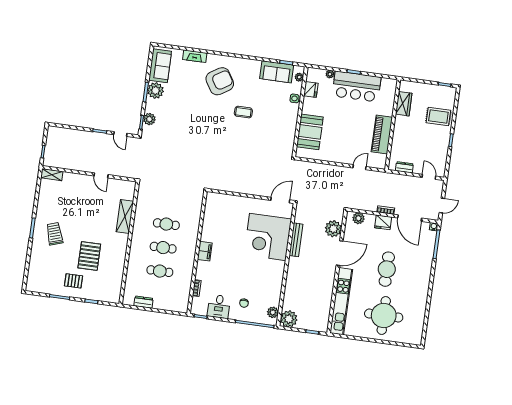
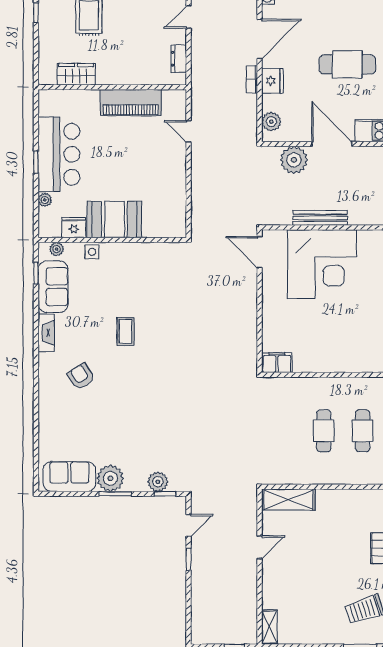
fireplace: (195, 56) -> (46, 333), moved
armchair: (220, 81) -> (81, 377), width x0.53, depth x0.53
booth: (310, 132) -> (114, 220), moved
shelving: (125, 216) -> (288, 500), moved
filing cabinet: (205, 251) -> (277, 363), moved

